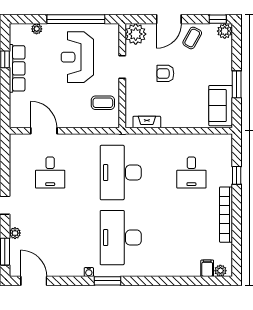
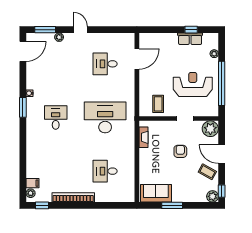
row of seats: (17, 68) -> (190, 39), width x0.68
window: (237, 175) -> (42, 205), moved
desk: (121, 238) -> (56, 117), width x0.53, depth x0.77

